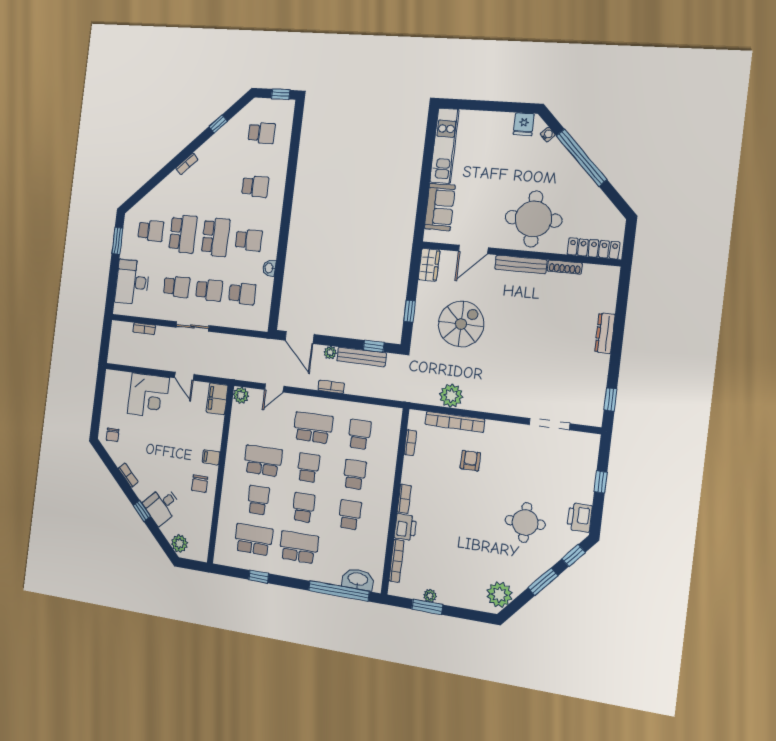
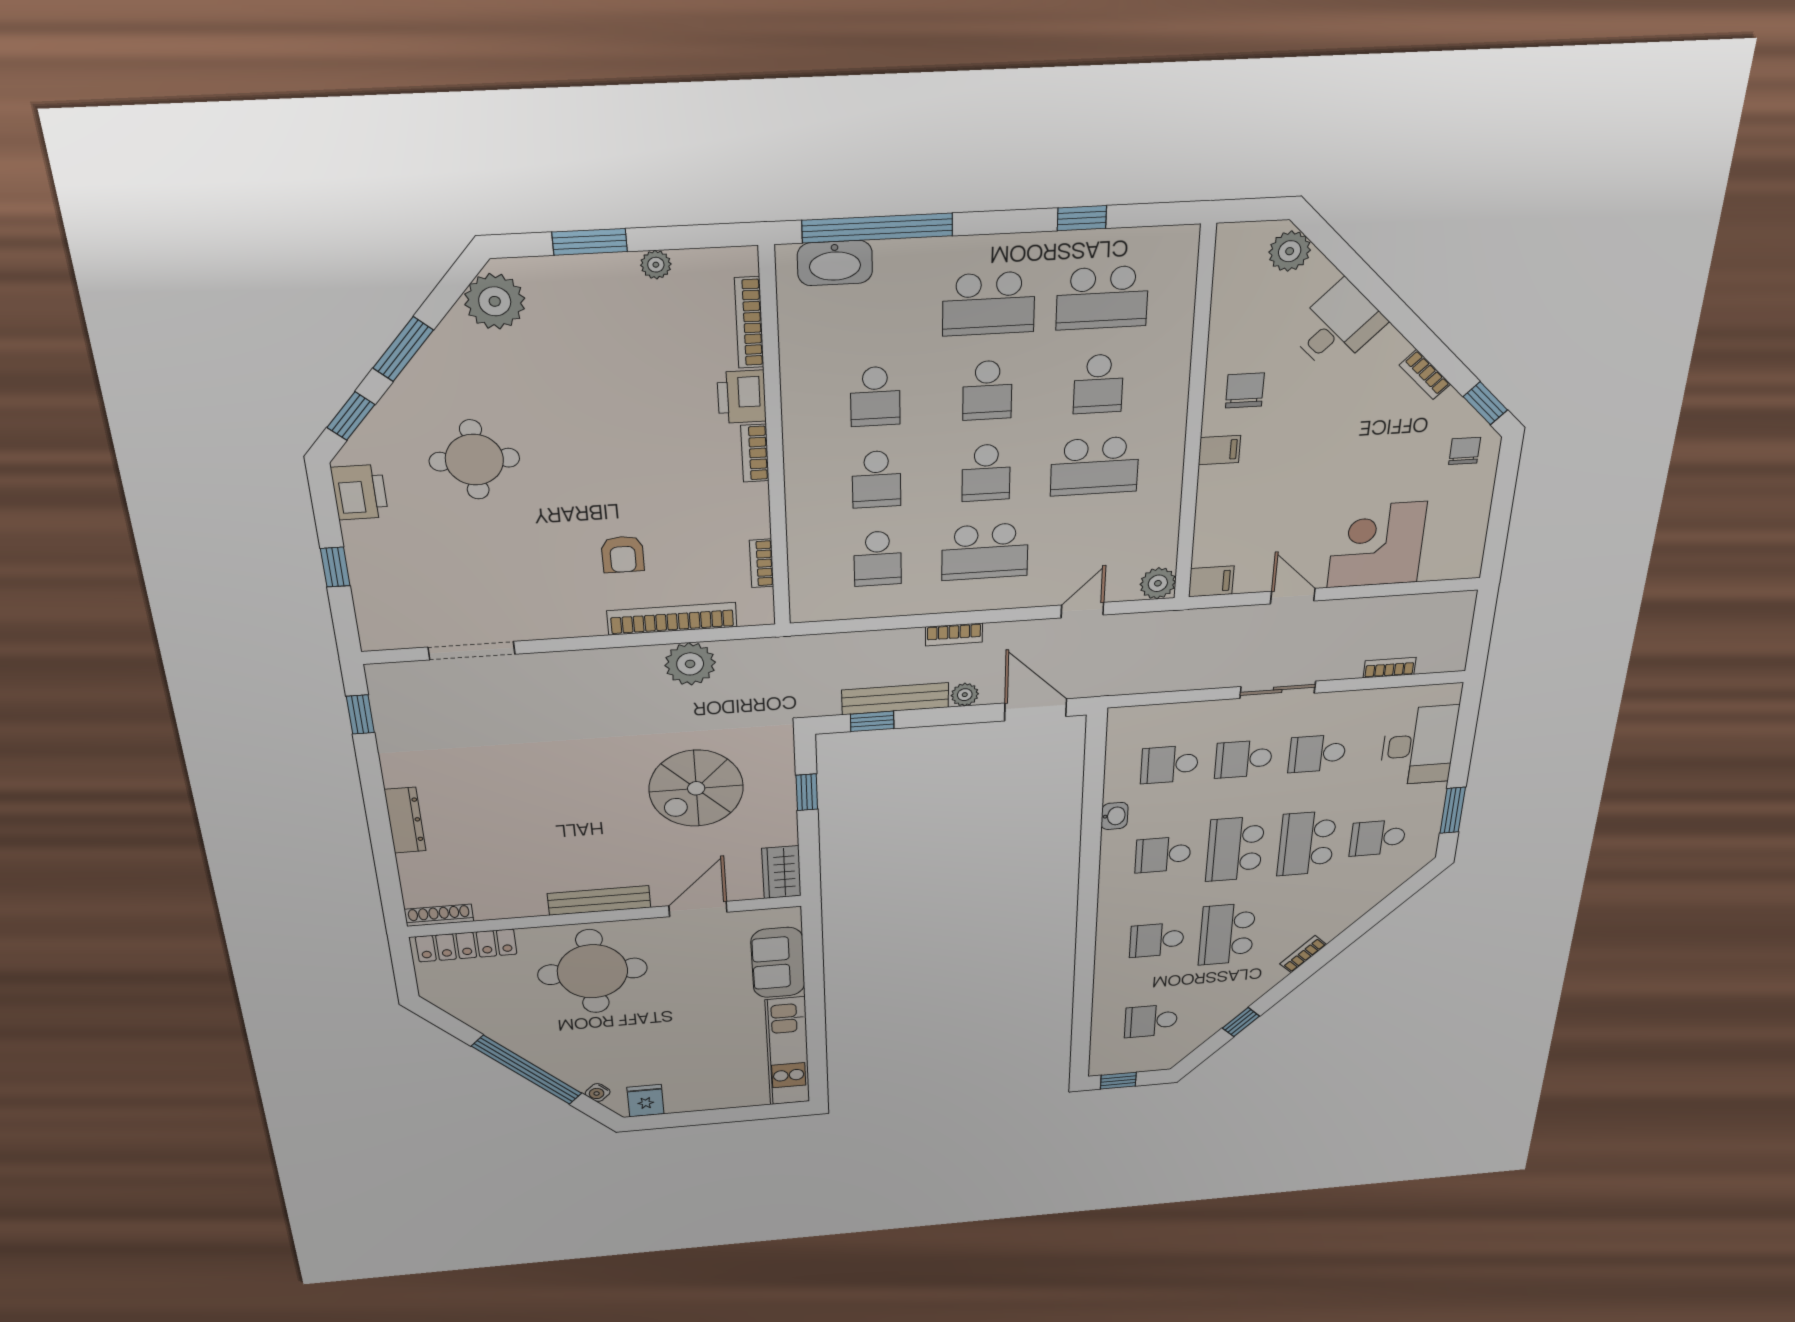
school desk: (222, 184) -> (1227, 934), added
shoe rack: (565, 267) -> (439, 915), moved
filing cabinet: (217, 399) -> (1211, 581), width x0.50
window: (142, 511) -> (1485, 403), moved
window: (427, 607) -> (590, 242), moved

